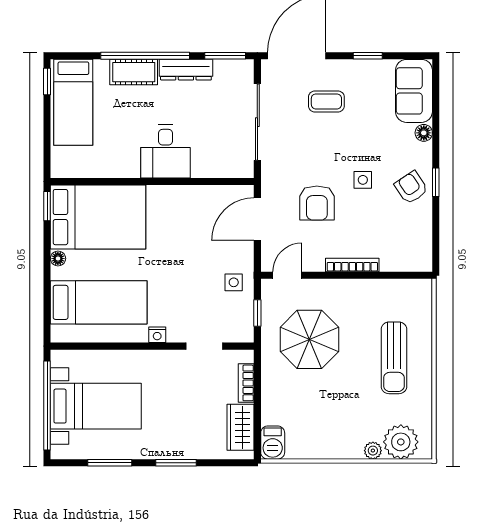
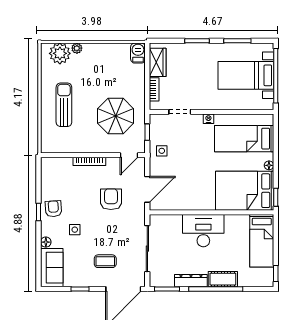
bed: (73, 102) -> (262, 241), moved, turned 180
desk: (166, 152) -> (203, 231), width x1.37
side table: (363, 180) -> (75, 230), moved
armchair: (411, 187) -> (53, 209), turned -150

